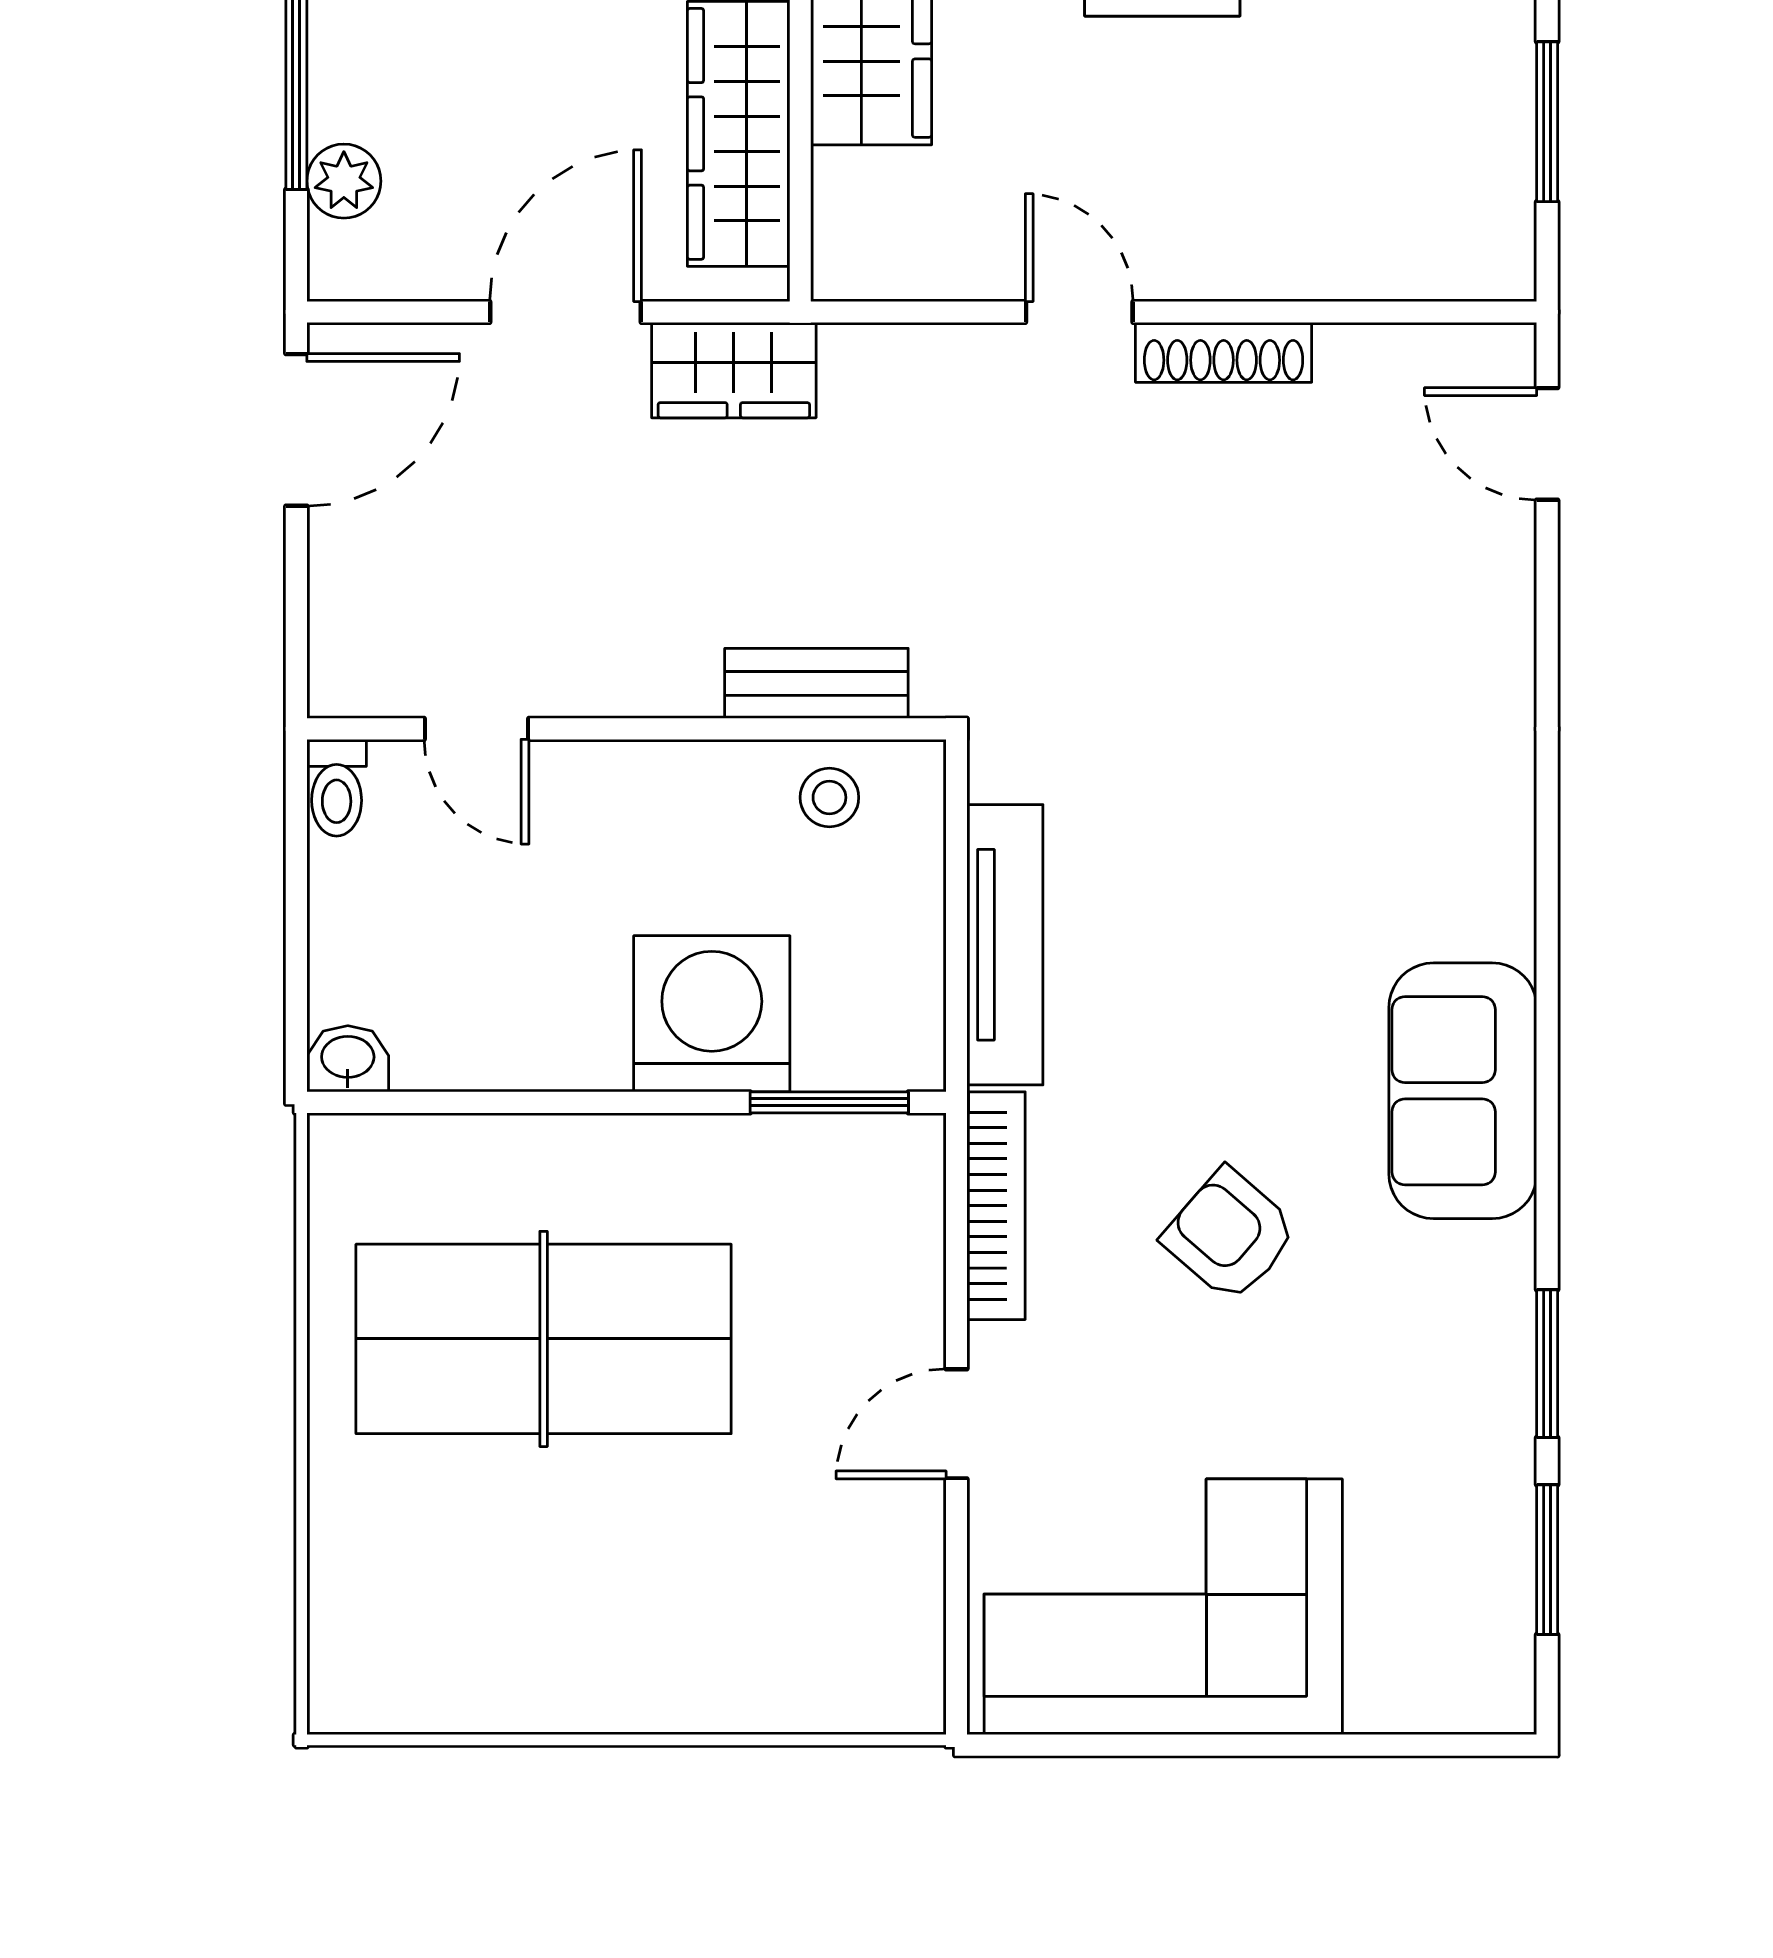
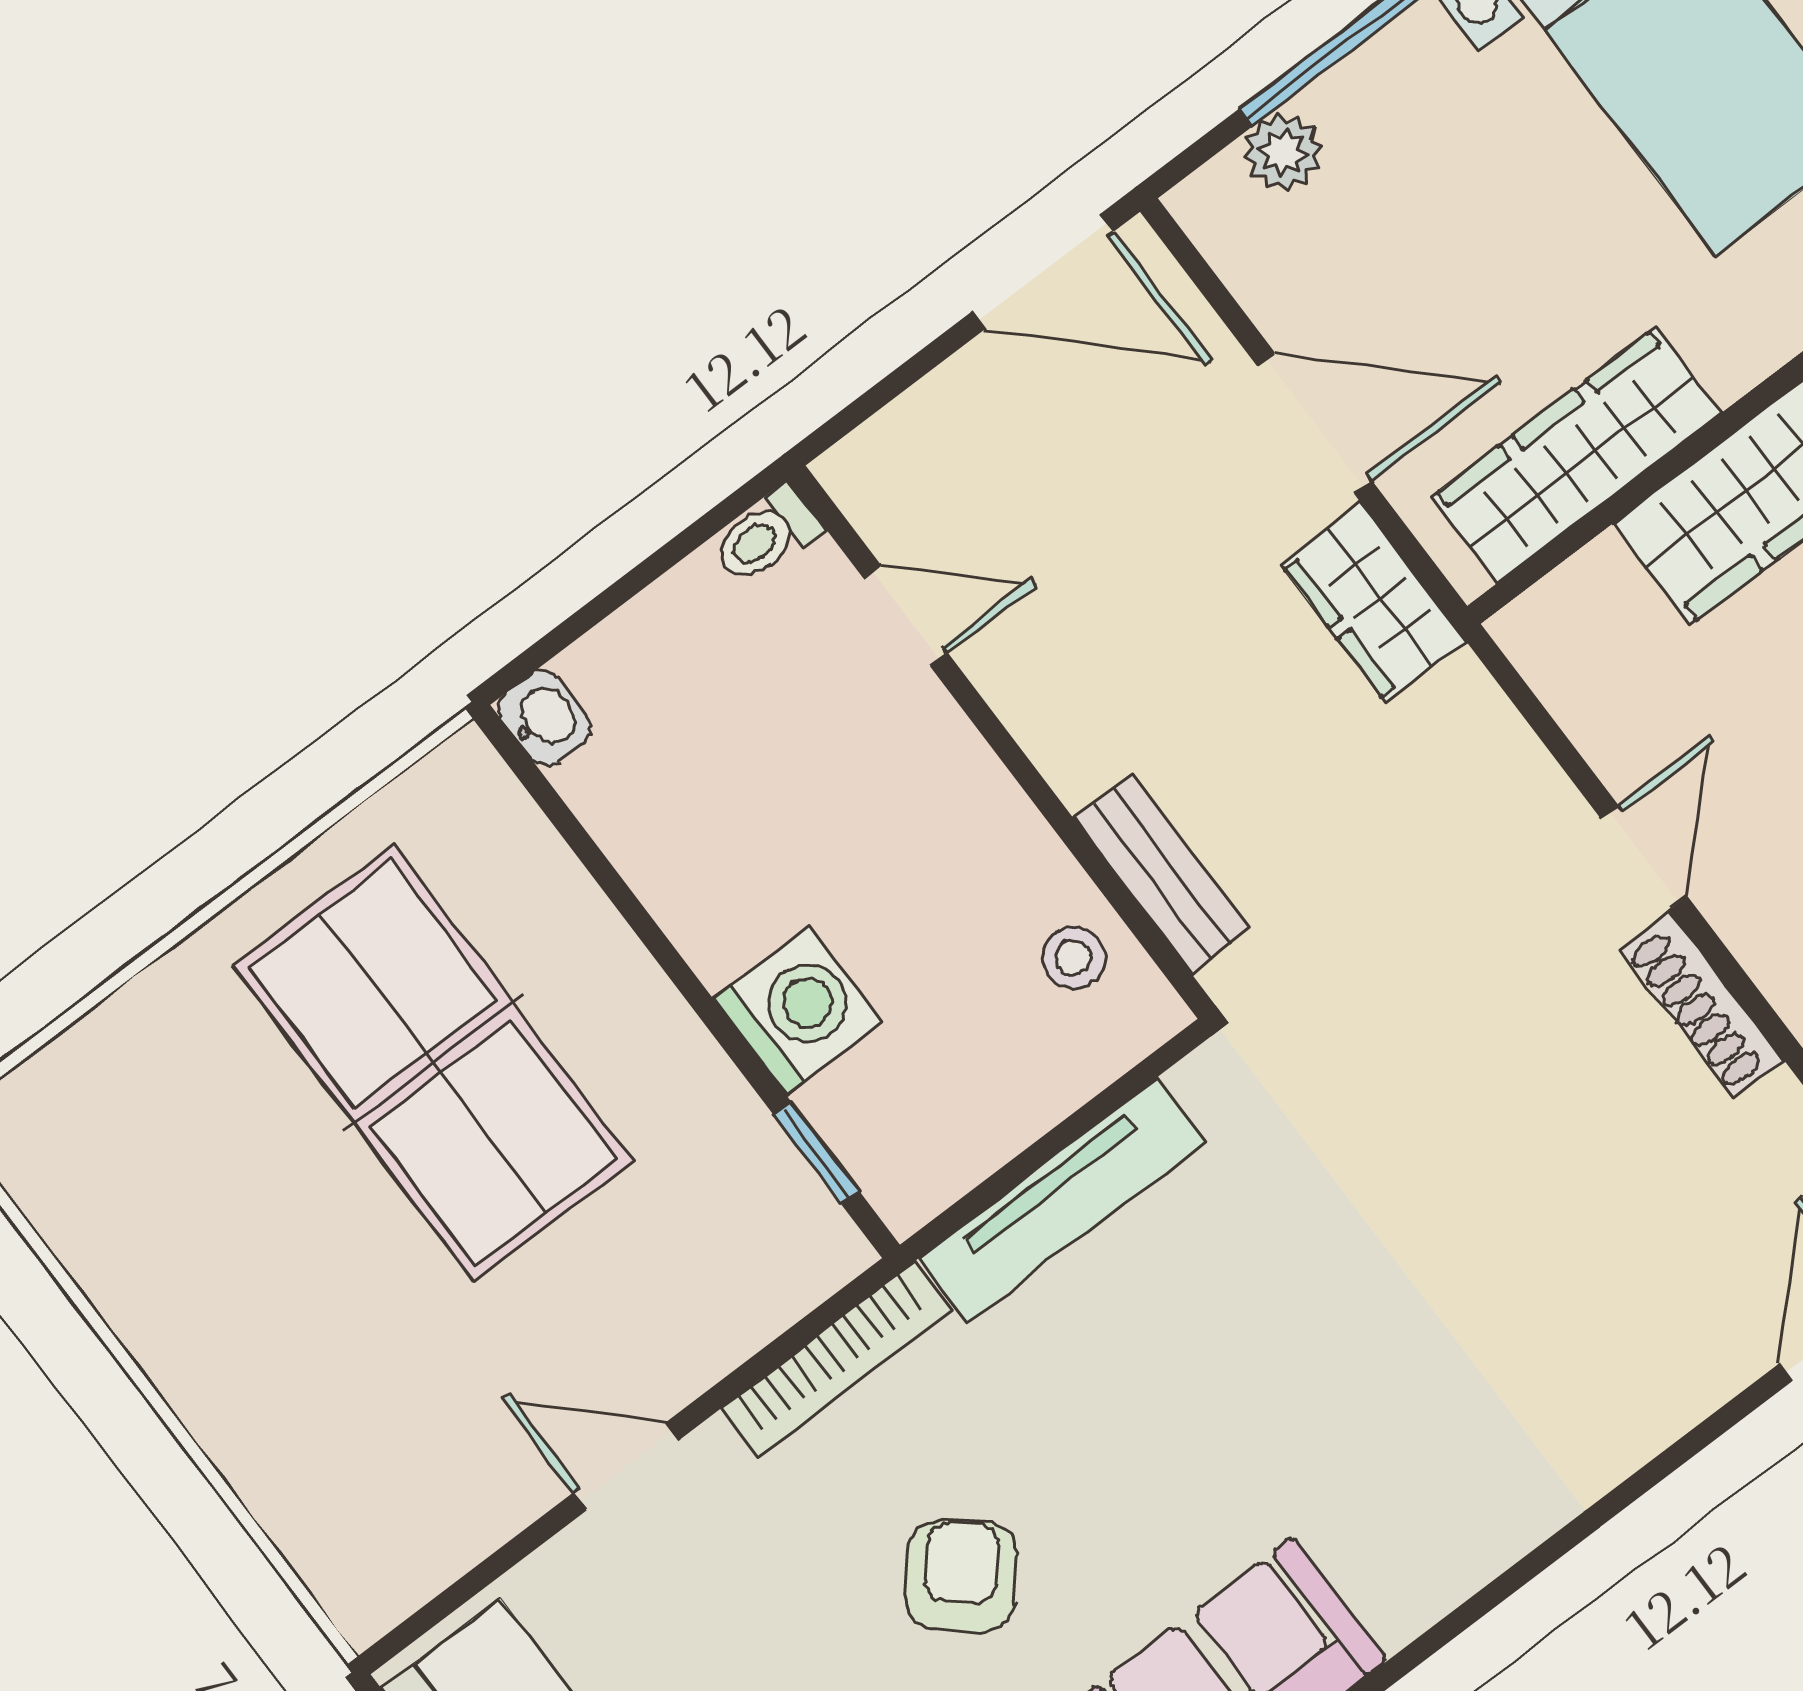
door: (477, 729) -> (905, 615), swing flipped
washing machine: (712, 1014) -> (798, 1010), width x0.73, depth x0.73
window: (829, 1102) -> (816, 1153), width x0.67

